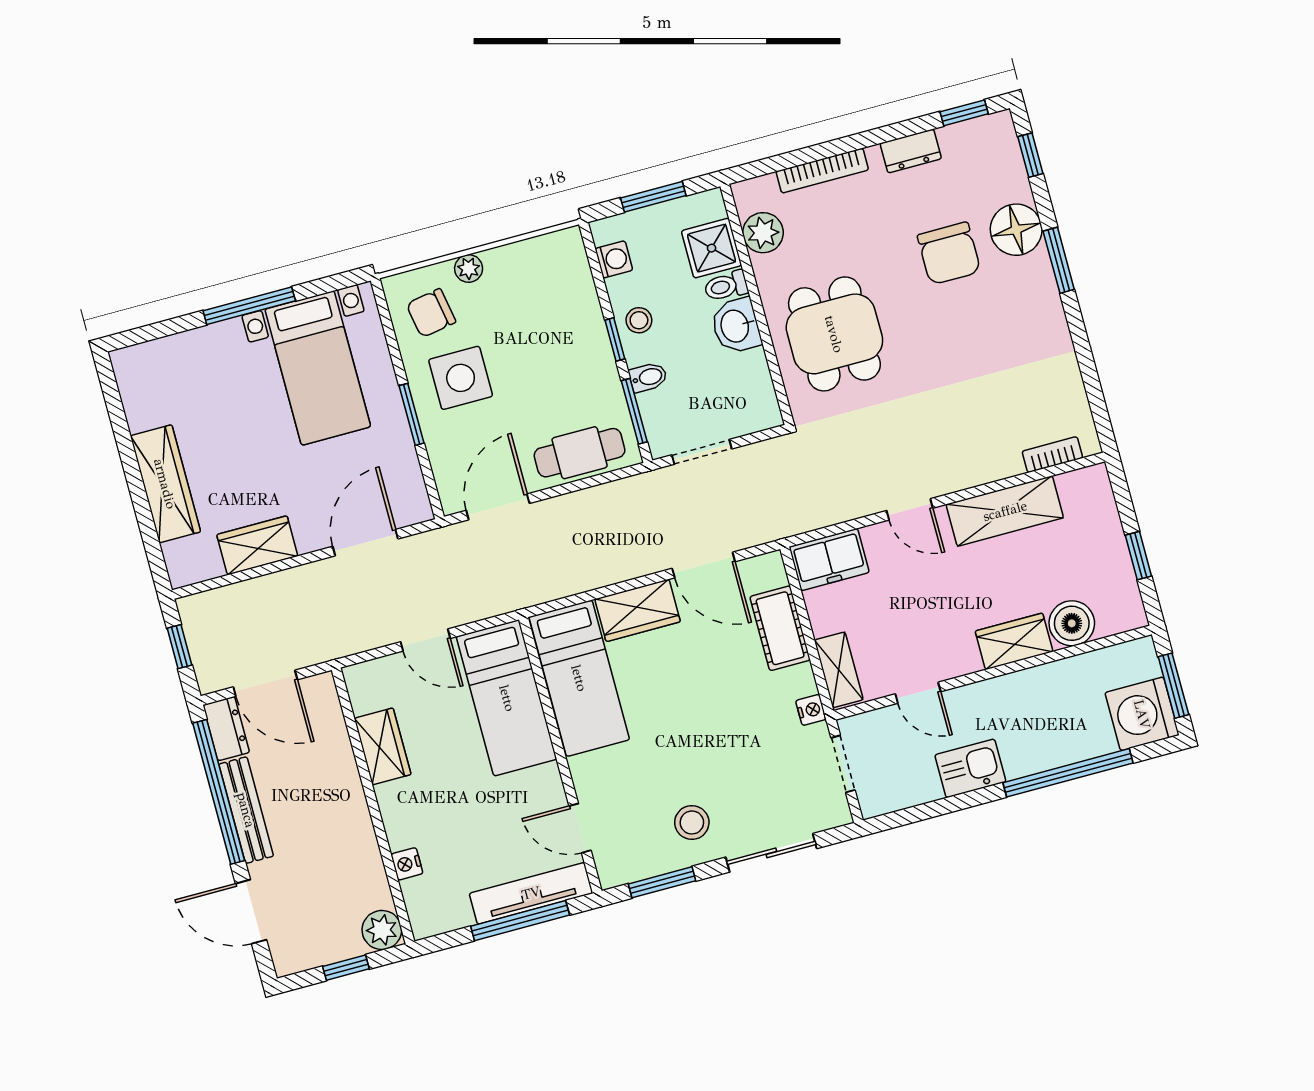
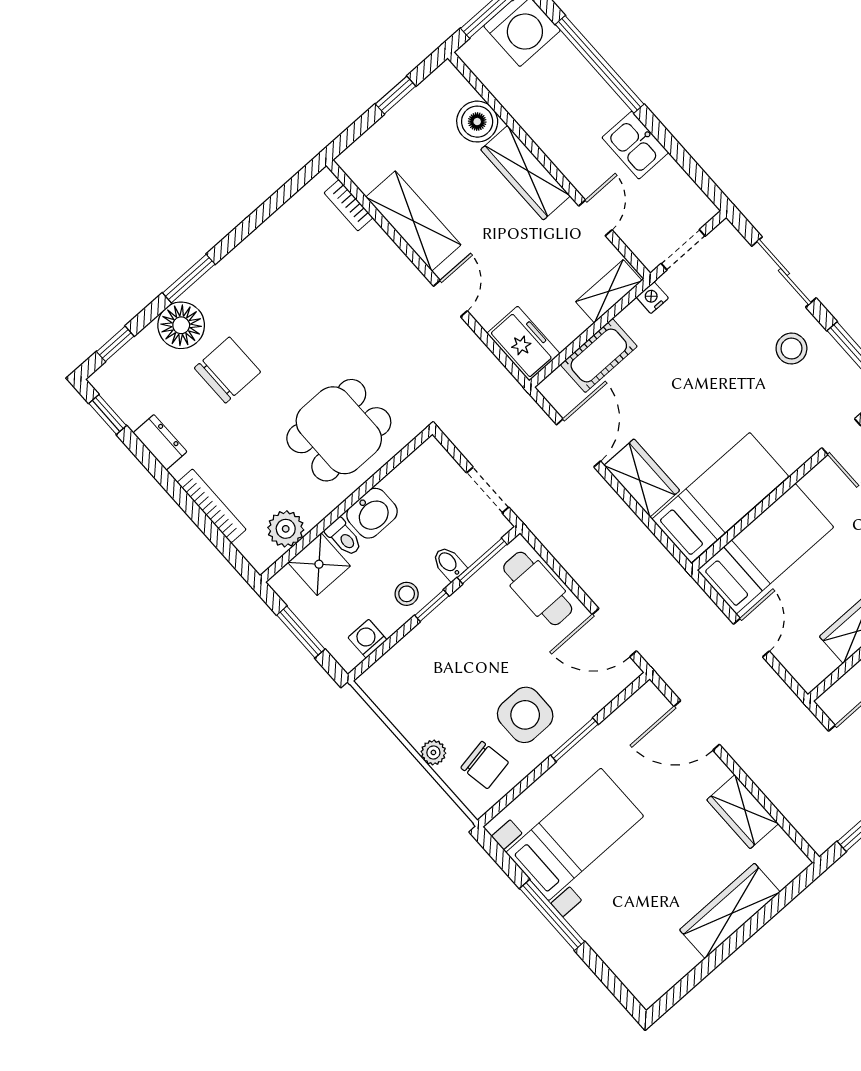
wardrobe: (1014, 641) -> (526, 173), width x1.50

